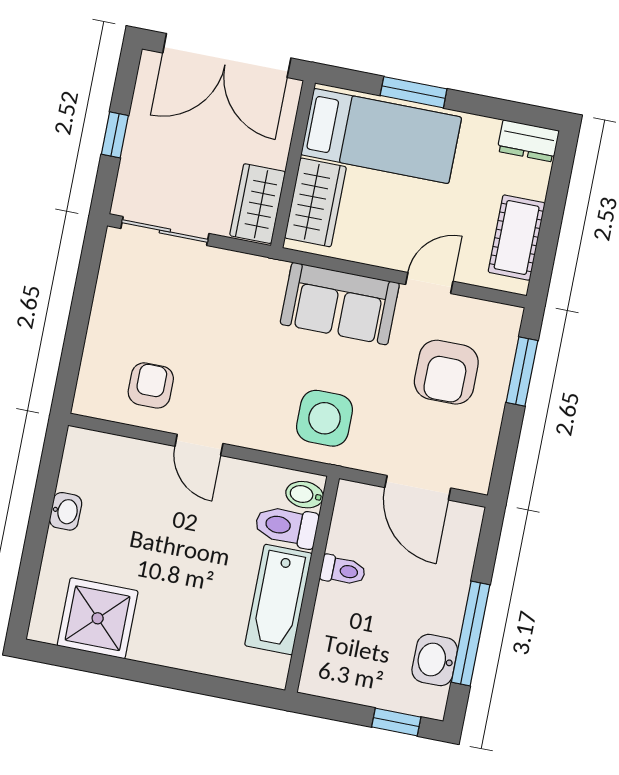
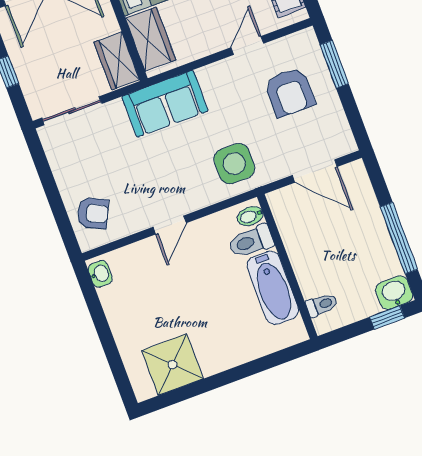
sofa: (340, 304) -> (165, 104), moved
armchair: (151, 385) -> (93, 213), moved, turned 116
door: (199, 445) -> (170, 225), hinge flipped
washbasin: (66, 511) -> (100, 274), moved
toilet: (343, 570) -> (322, 305), moved
washbasin: (435, 660) -> (394, 293), moved, turned 90

